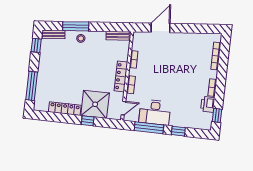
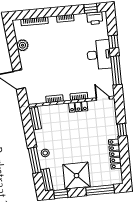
plant: (194, 39) -> (23, 45), added
locker: (121, 76) -> (78, 107), width x0.66
shower: (95, 104) -> (77, 176), moved
printer: (208, 104) -> (95, 18), moved
desk: (155, 112) -> (99, 55), moved

